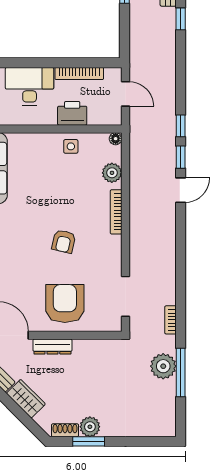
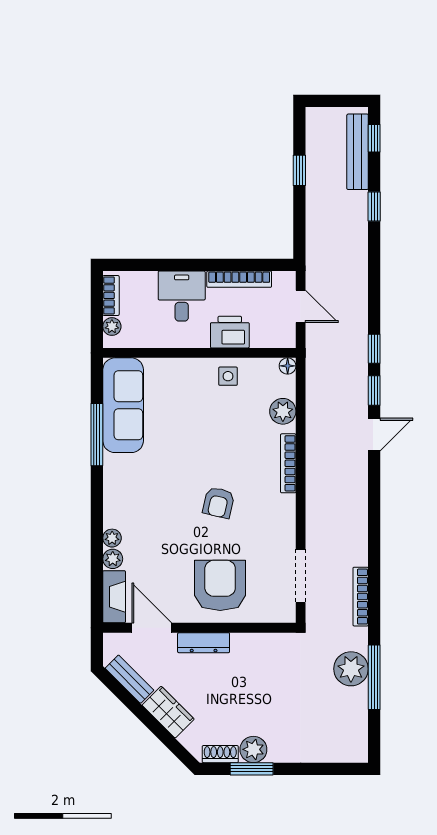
desk: (30, 86) -> (182, 296), width x0.73
bookcase: (170, 320) -> (361, 597), width x1.56

